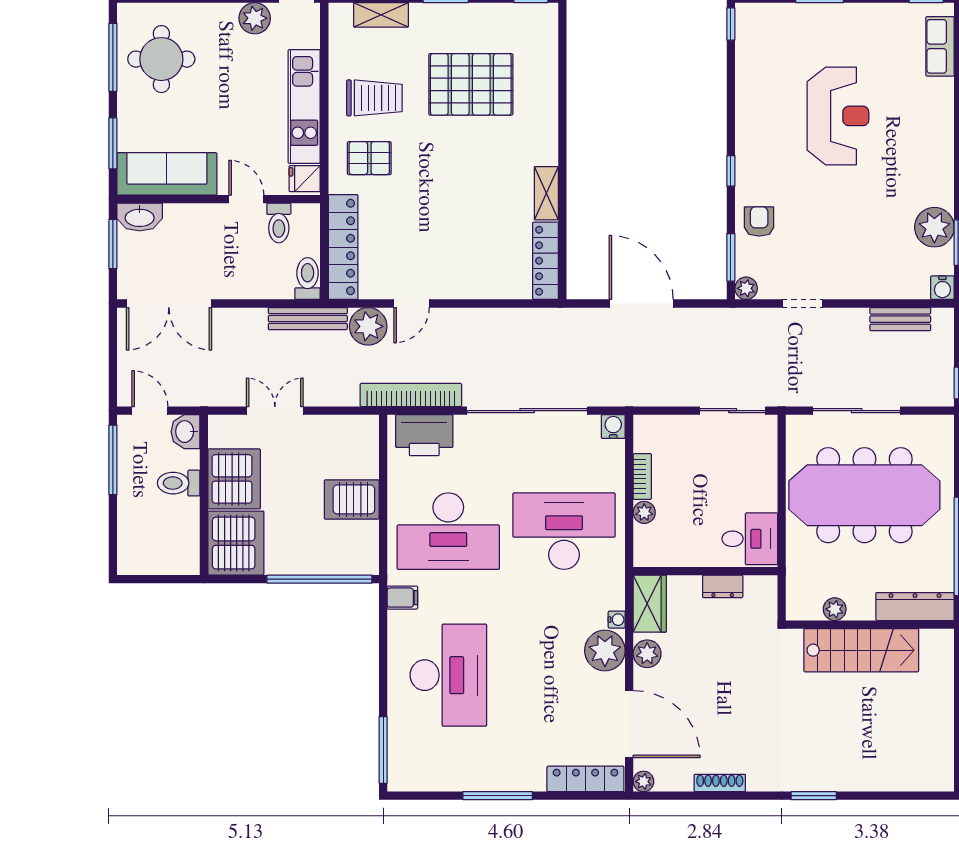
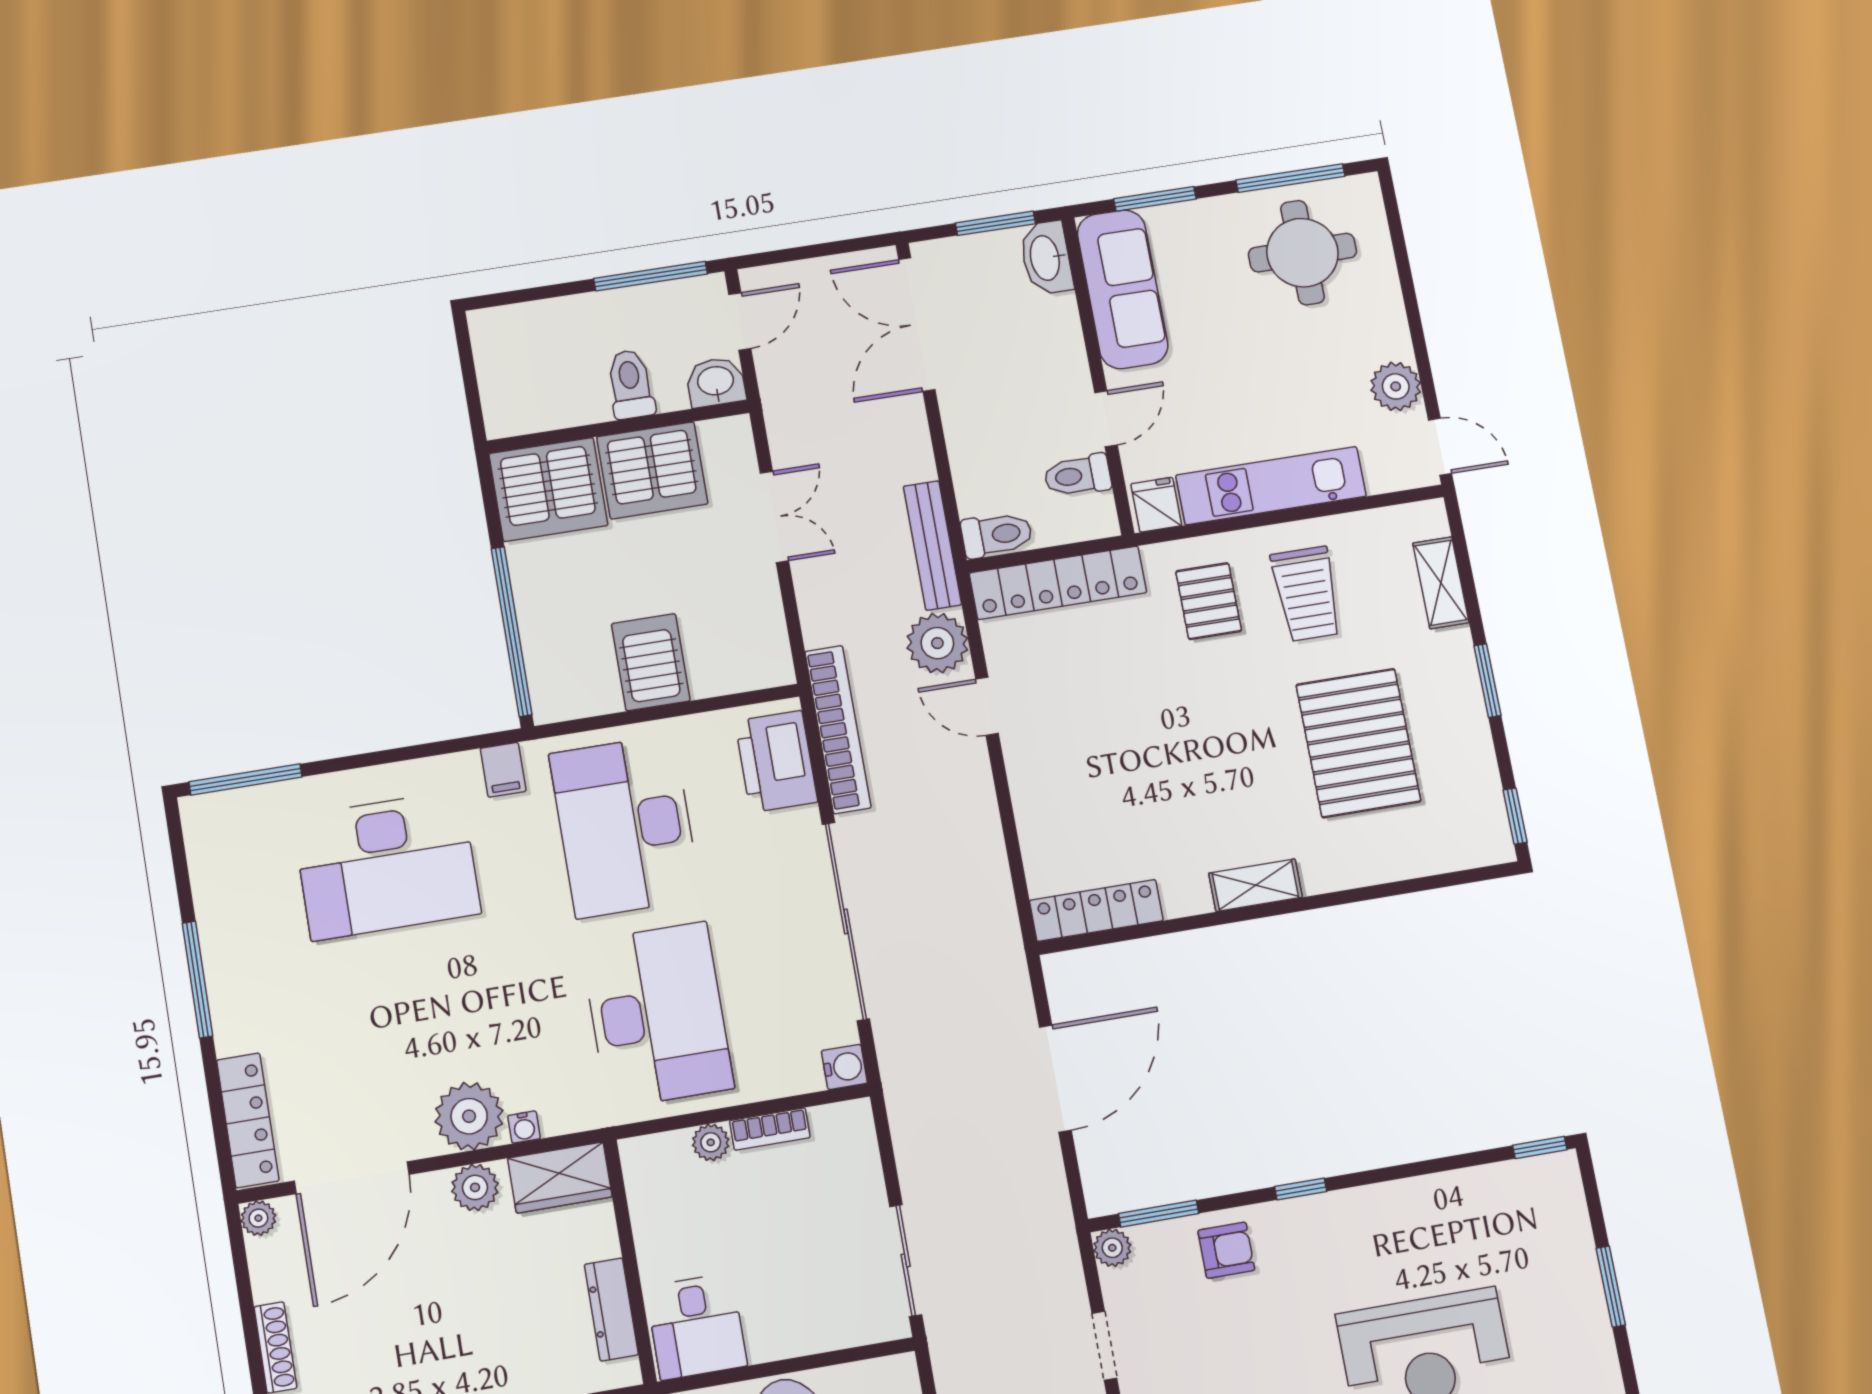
shelving: (546, 193) -> (1255, 885), moved
dresser: (723, 586) -> (611, 1309), width x1.44

